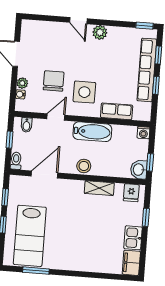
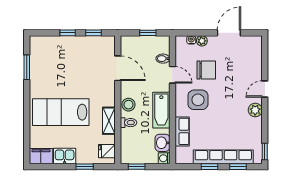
bidet: (26, 125) -> (163, 59), moved
toilet: (16, 161) -> (128, 123), moved
washbasin: (139, 170) -> (162, 143), moved, turned -90
lab bench: (30, 236) -> (61, 112), moved

